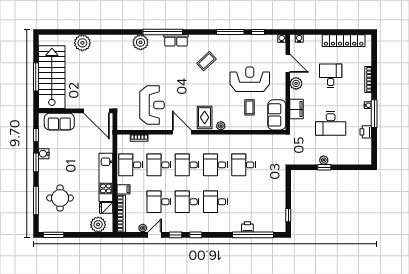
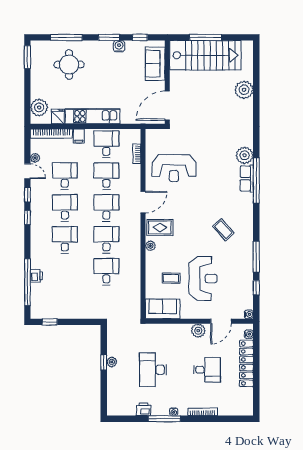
row of seats: (176, 40) -> (247, 179), moved
locker: (344, 41) -> (246, 363), moved
filing cabinet: (296, 109) -> (169, 331), removed

